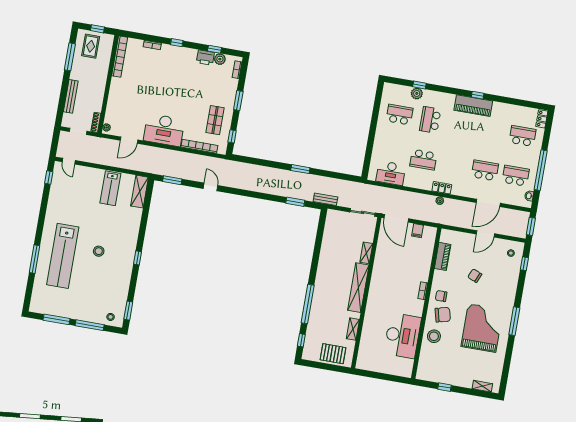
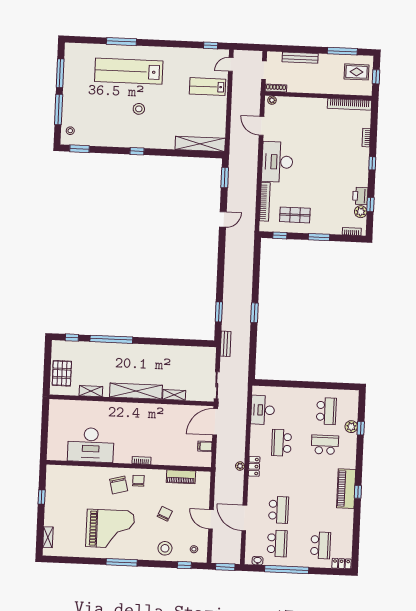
lab bench: (110, 188) -> (207, 87), moved
shelving: (140, 192) -> (200, 144), width x1.47
stool: (434, 336) -> (165, 548), moved

